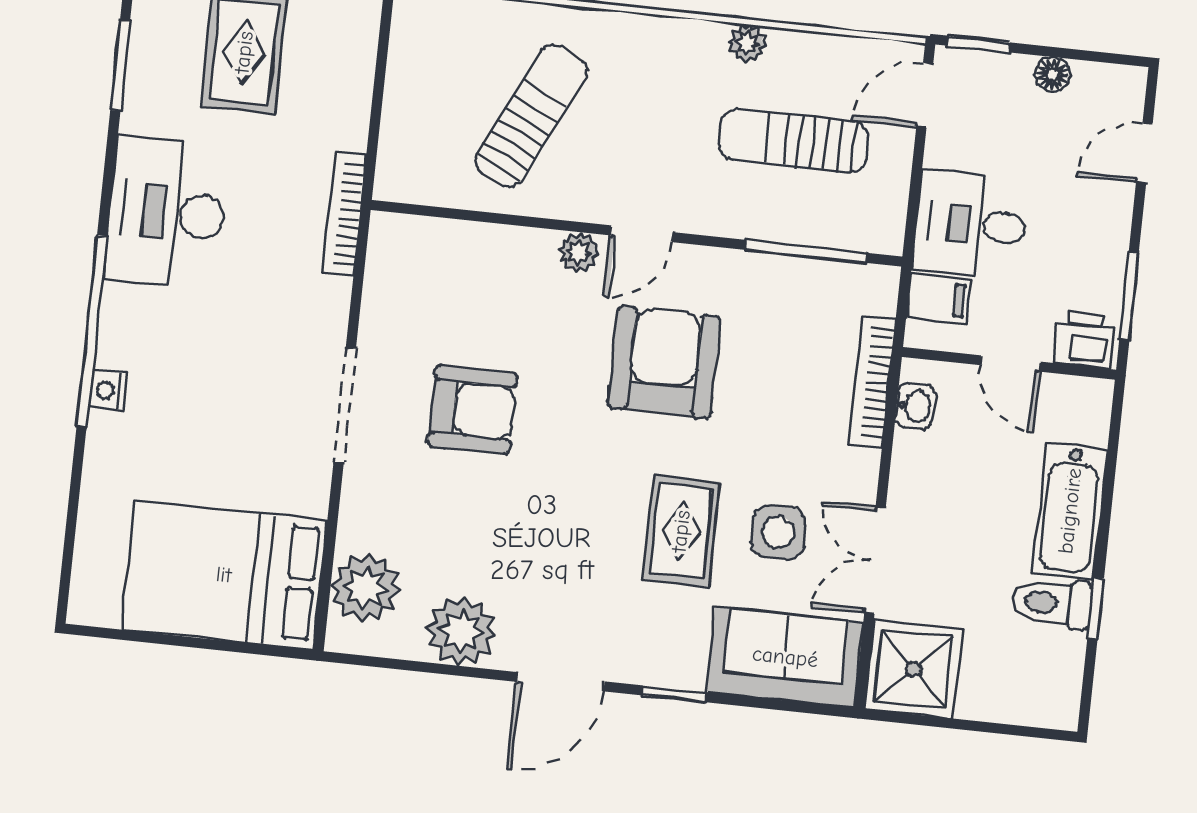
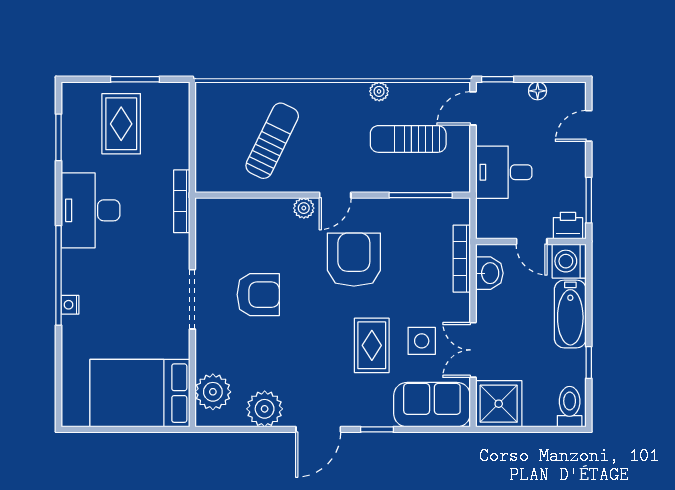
filing cabinet: (938, 298) -> (491, 212), removed
washbasin: (915, 406) -> (489, 273), width x1.38, depth x1.45
washing machine: (1079, 409) -> (569, 261), added
toilet: (1052, 603) -> (570, 407), moved, turned 90

